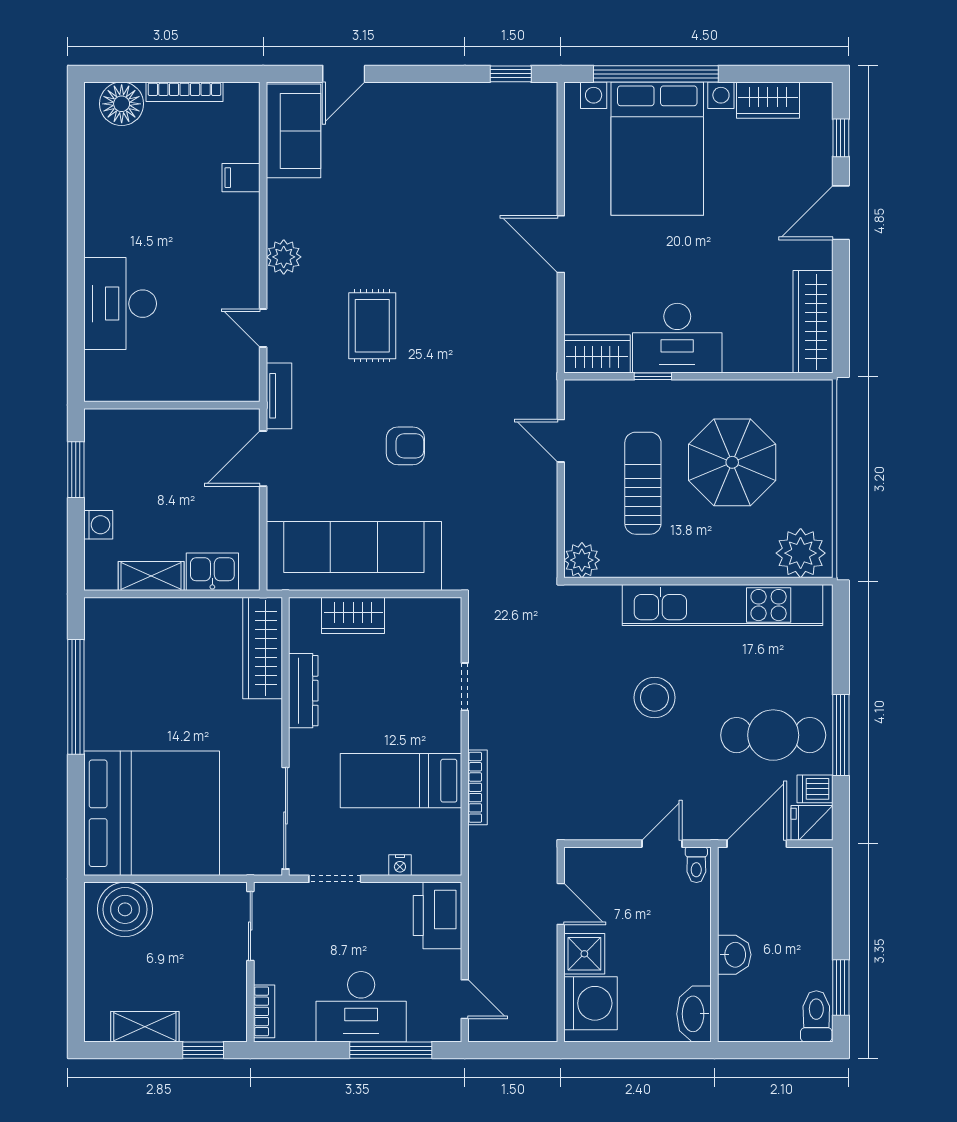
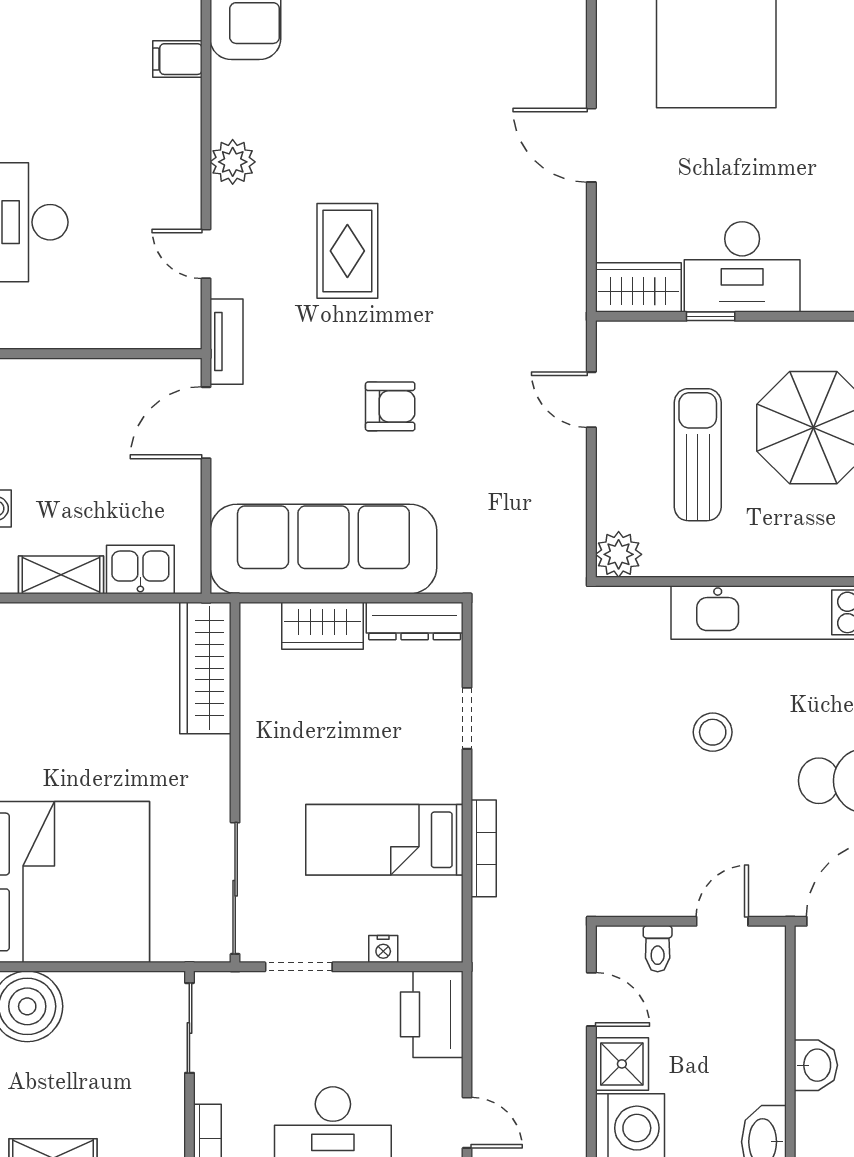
dresser: (303, 691) -> (415, 621), moved, turned 90
stool: (654, 698) -> (713, 732), width x0.73, depth x0.73
toilet: (696, 865) -> (658, 949), moved

